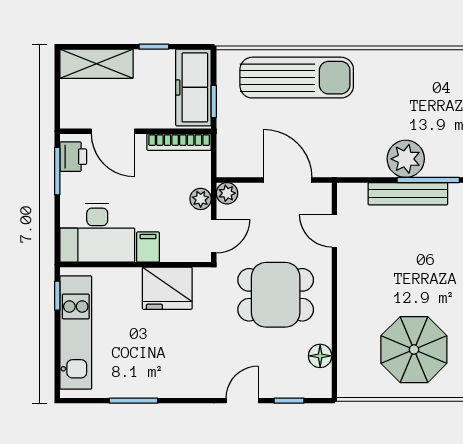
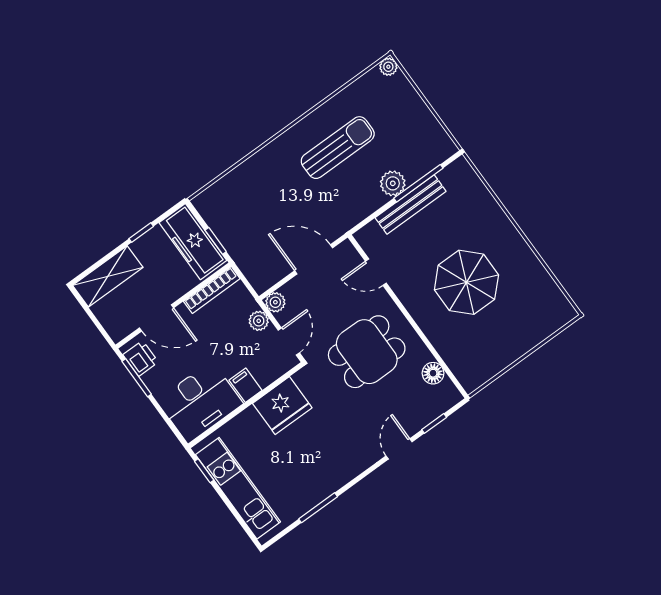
sun lounger: (297, 78) -> (338, 148), moved, width x0.73, depth x0.75
plant: (406, 159) -> (393, 183), width x0.73, depth x0.73
parasol: (414, 350) -> (466, 282), moved

